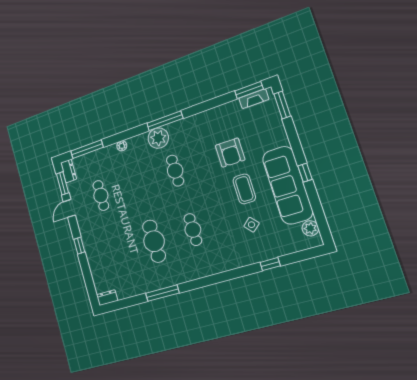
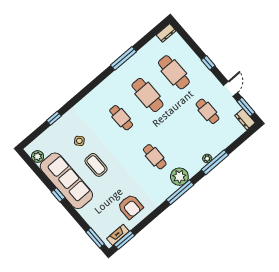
window: (87, 149) -> (215, 162), moved
armchair: (230, 153) -> (130, 207), moved, turned 180
cafe table: (117, 252) -> (174, 72), added

